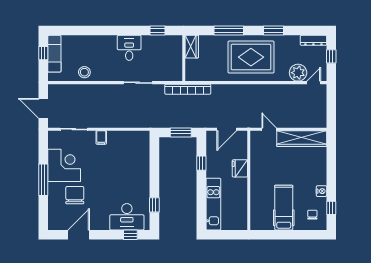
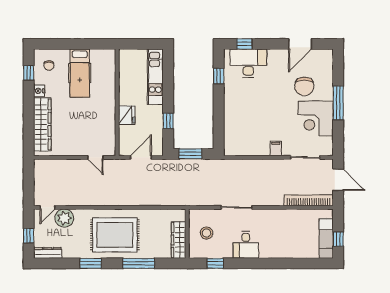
wardrobe: (192, 47) -> (179, 240), width x1.50
stool: (84, 72) -> (207, 233), moved
bookcase: (188, 89) -> (309, 200), moved
wardrobe: (302, 139) -> (42, 124), moved, turned 90

